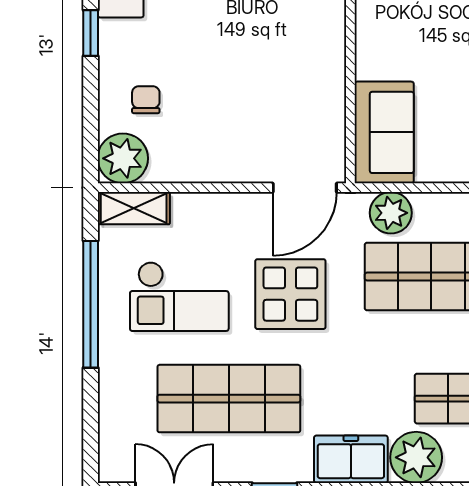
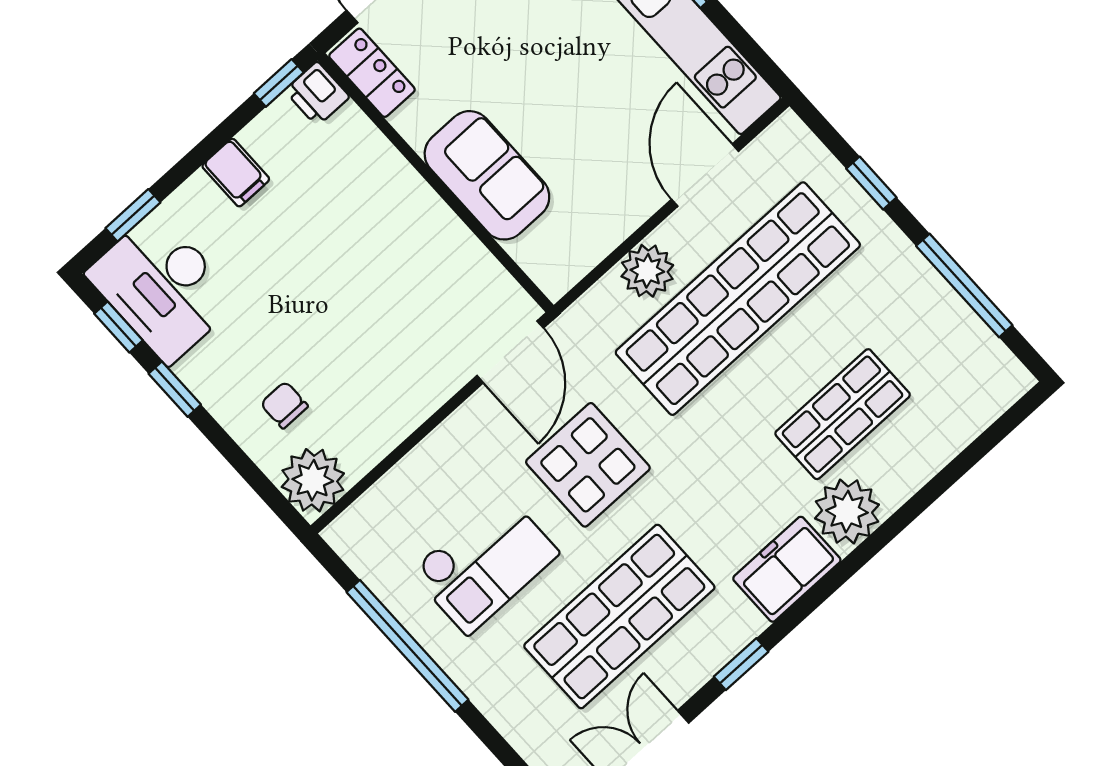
sofa: (384, 132) -> (487, 175), moved
shelving: (134, 208) -> (366, 518), removed
plant: (391, 213) -> (647, 271), moved

